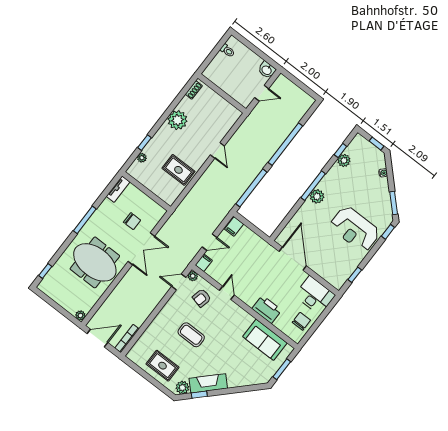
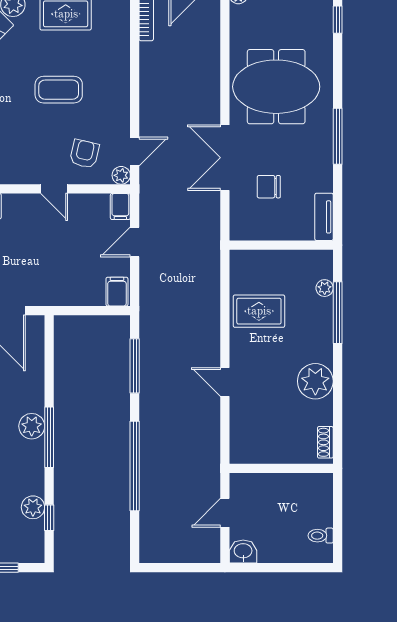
window: (144, 143) -> (338, 313), width x2.17
window: (251, 188) -> (135, 366), width x0.68

